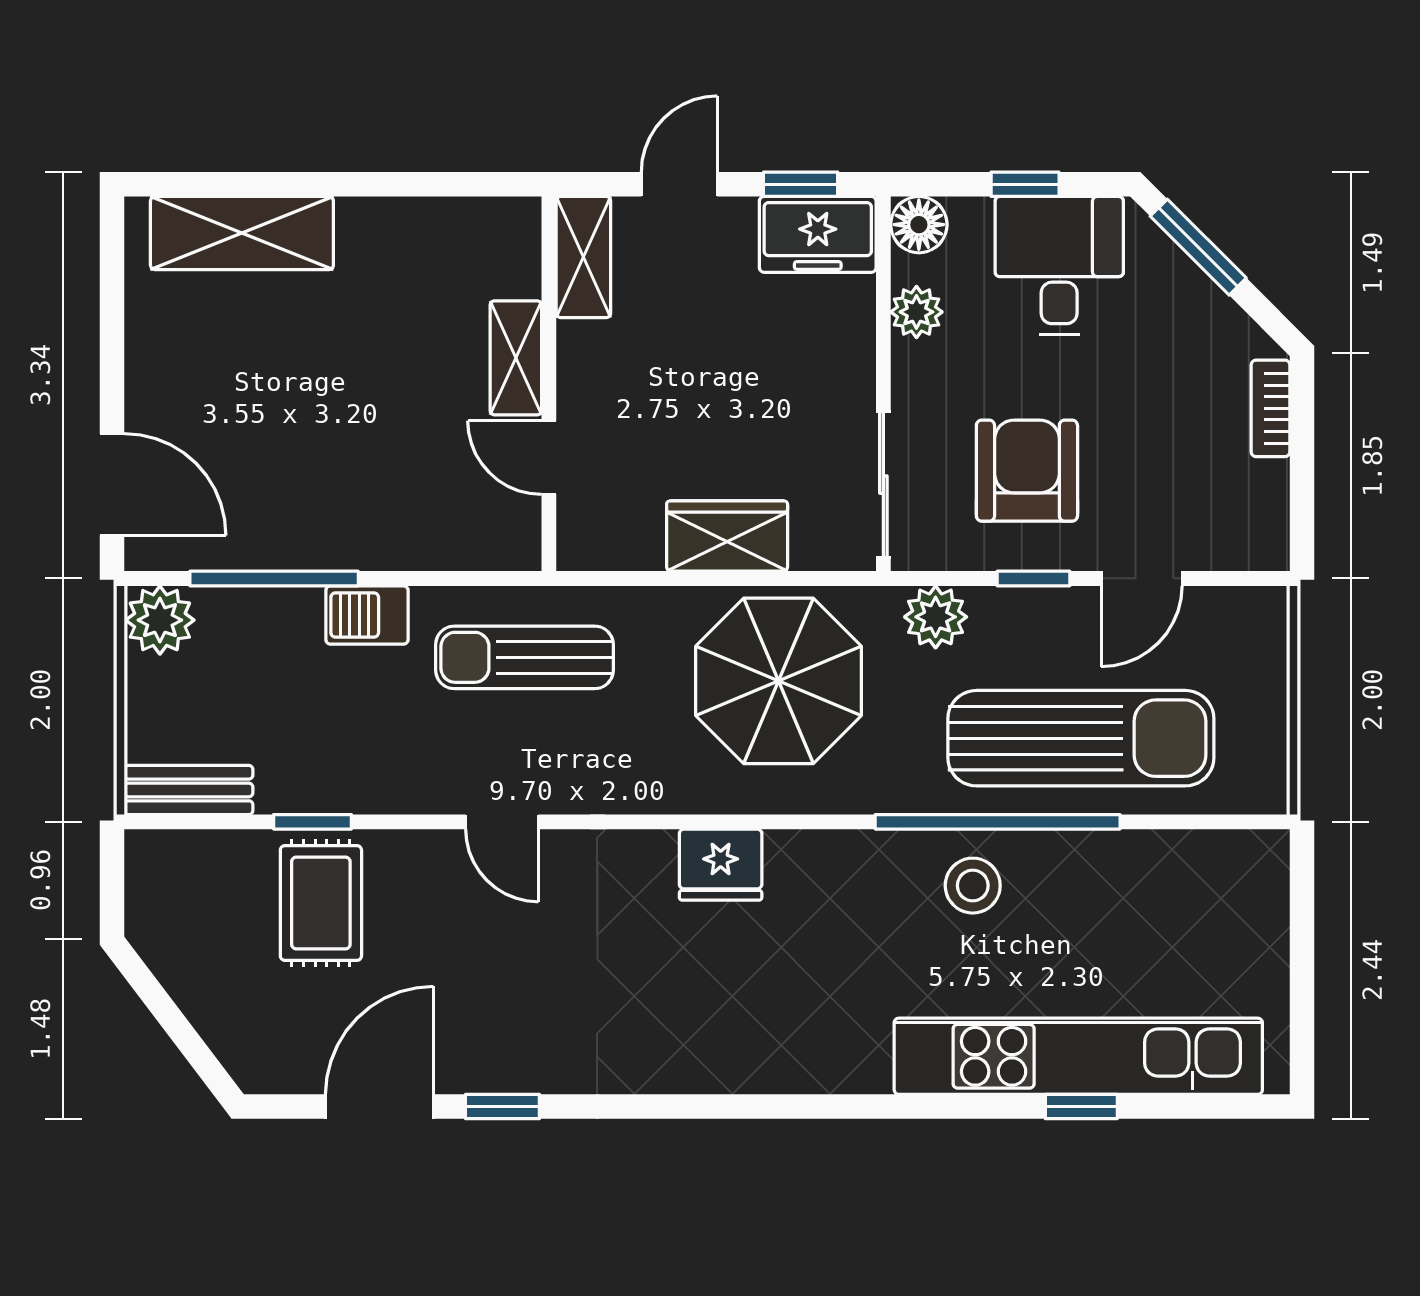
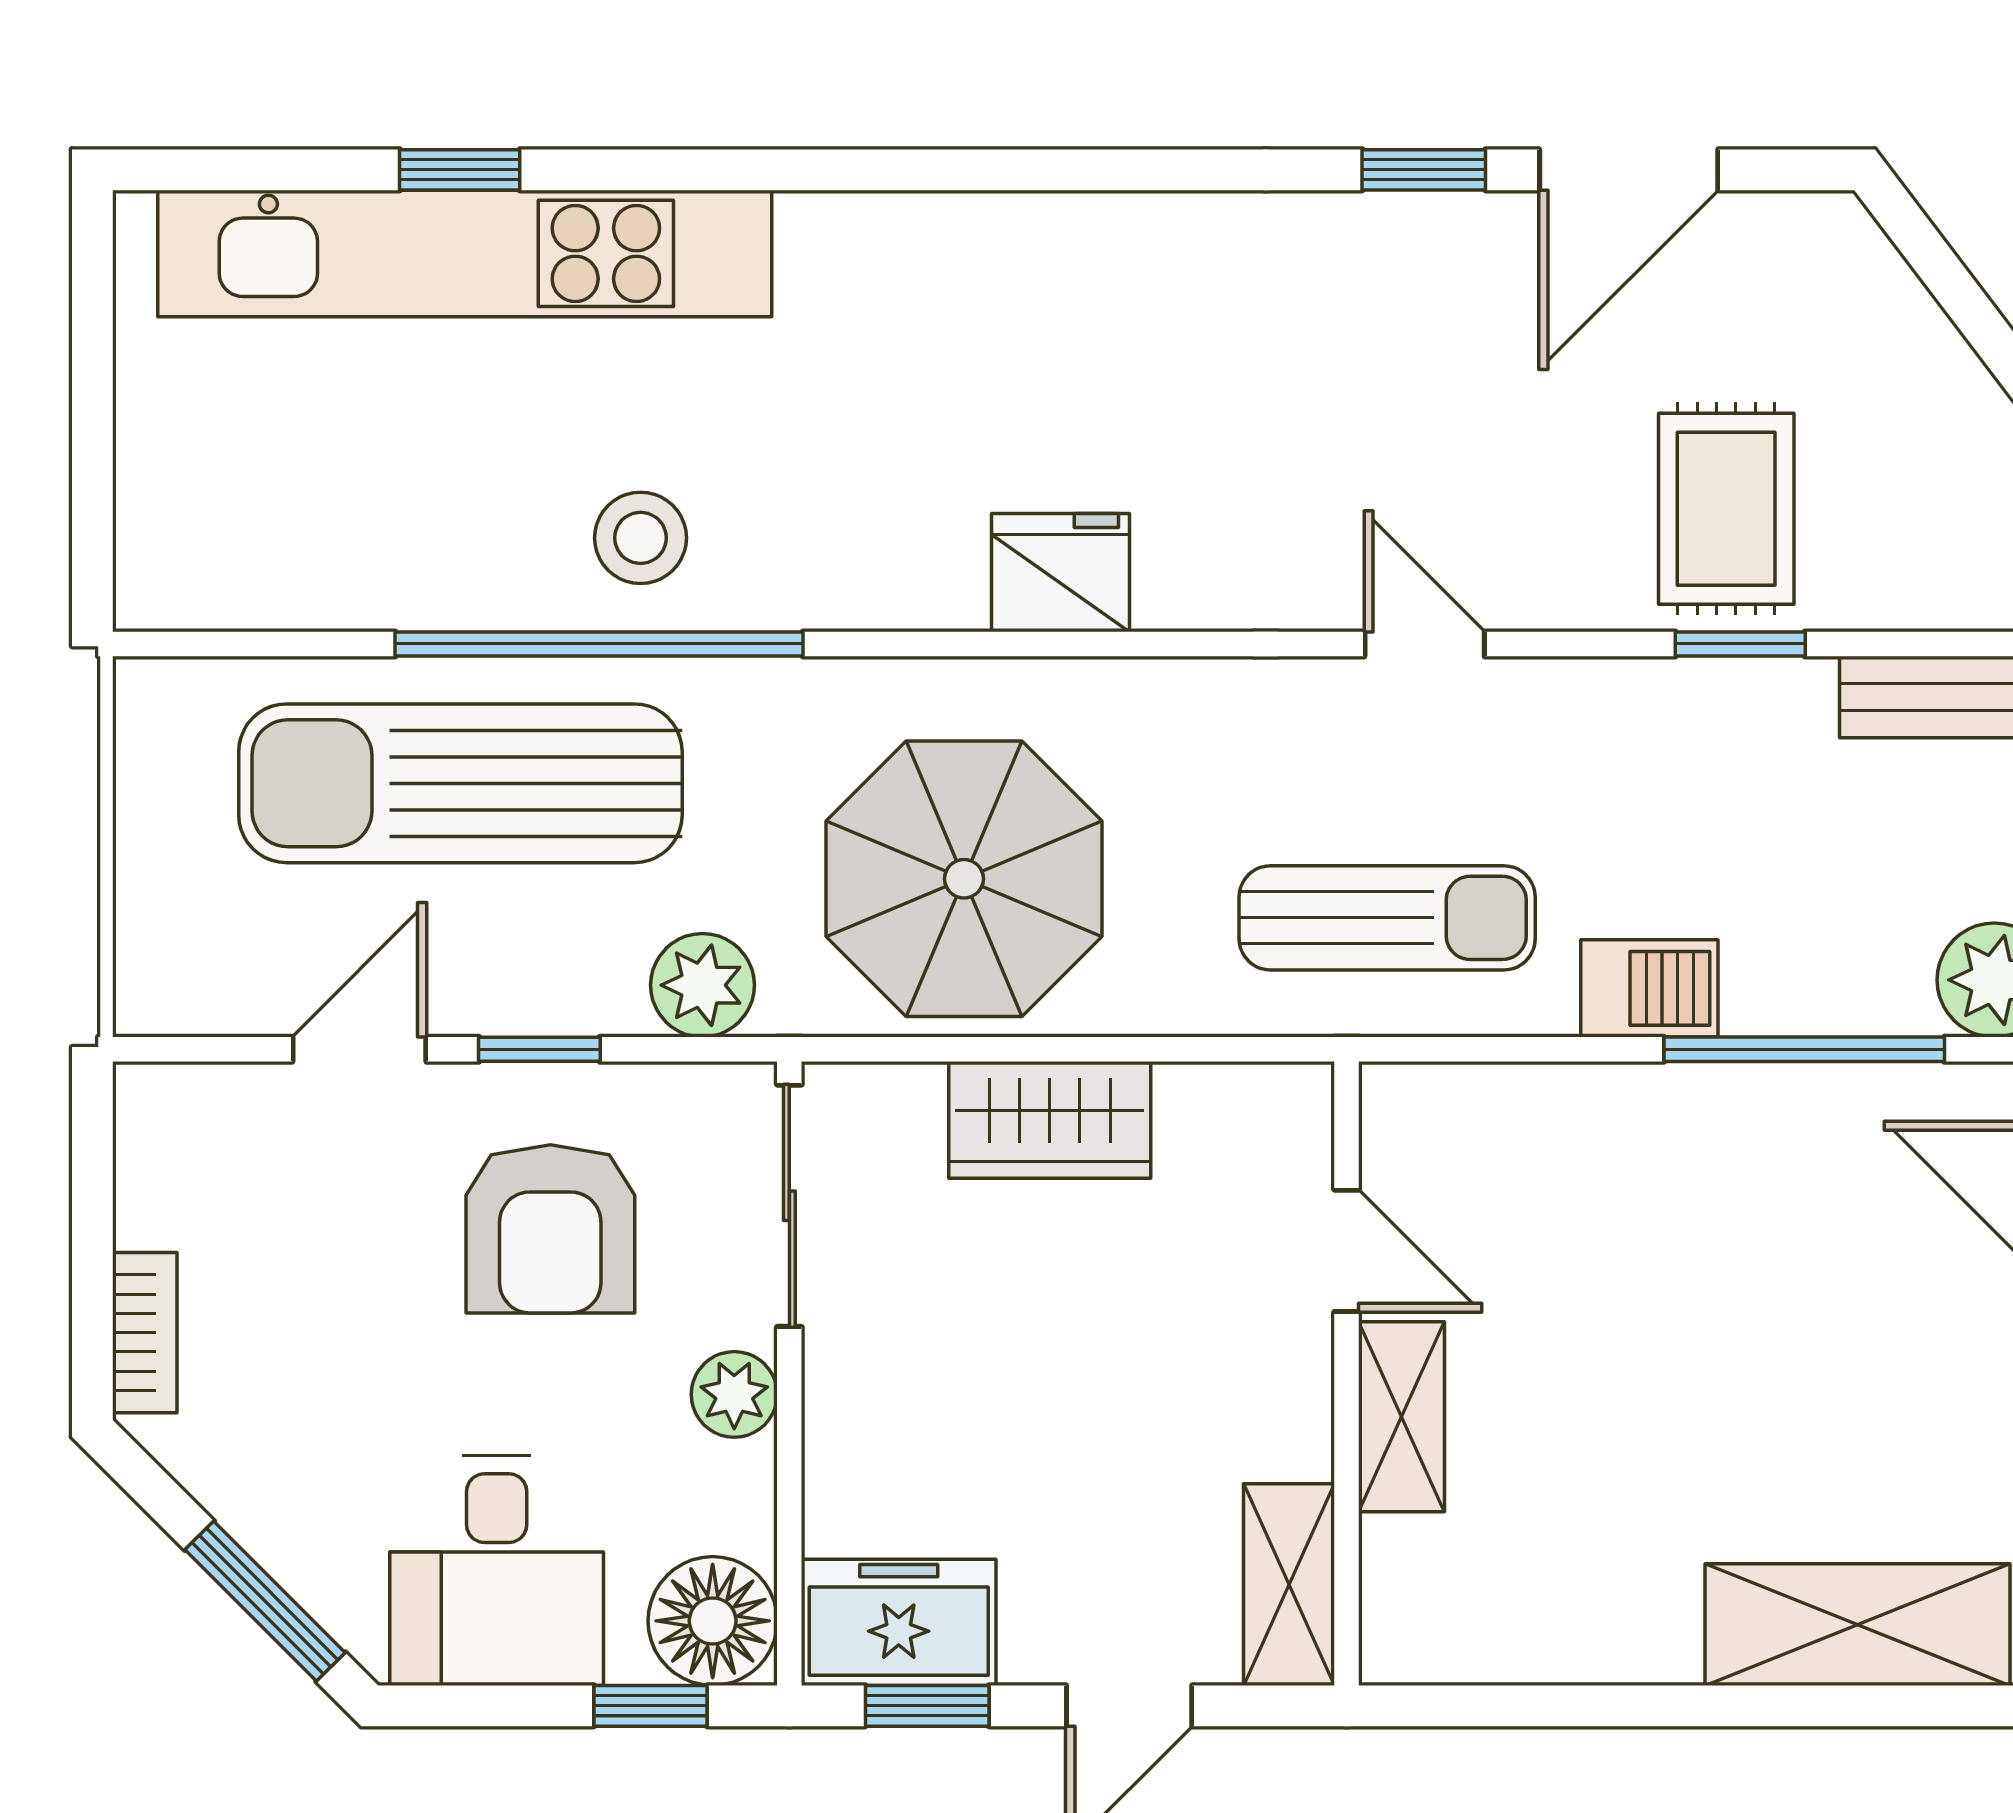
window: (1025, 184) -> (650, 1706), moved
floor lamp: (919, 225) -> (713, 1621), width x1.38, depth x1.38
plant: (916, 312) -> (734, 1394), moved

